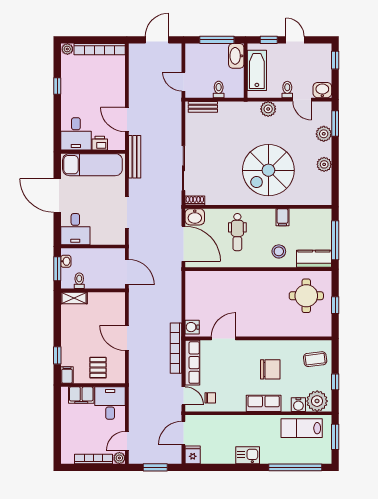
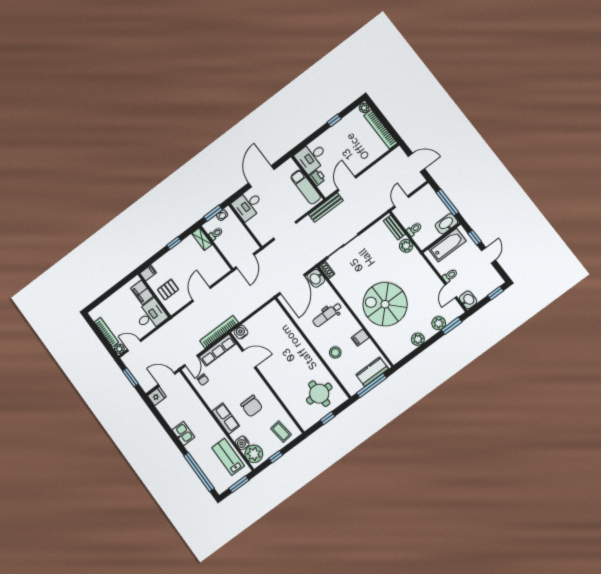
plant: (268, 109) -> (406, 246), moved
exam couch: (92, 165) -> (306, 187), width x0.73, depth x0.69
kitchen counter: (314, 259) -> (372, 372), moved, turned -90
window: (57, 355) -> (174, 243), moved

